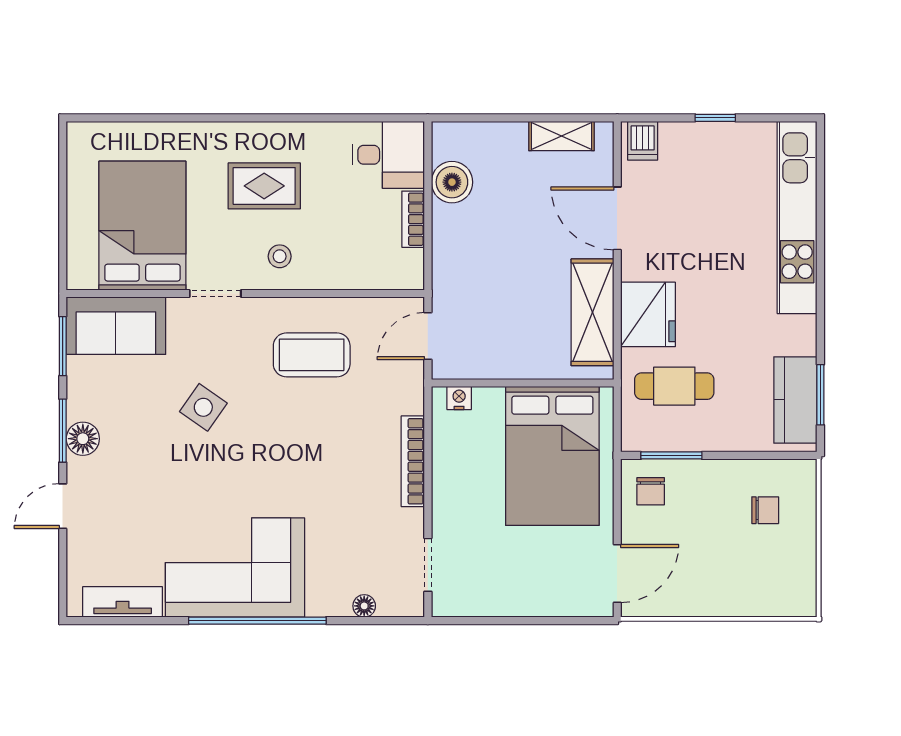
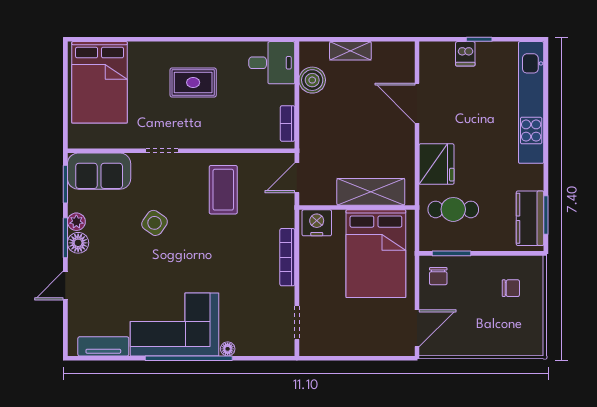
shelving: (562, 136) -> (350, 51), moved
dishwasher: (643, 141) -> (465, 54), moved
bookcase: (413, 219) -> (288, 123), moved
bed: (142, 226) -> (100, 82), moved, turned 180
stool: (280, 256) -> (203, 127), removed
shelving: (592, 312) -> (371, 192), moved, turned 90
coffee table: (312, 355) -> (223, 190), turned 90
nightstand: (459, 398) -> (317, 223), width x1.89, depth x1.79
plant: (80, 405) -> (76, 222), added
floor lamp: (364, 606) -> (228, 349), moved

